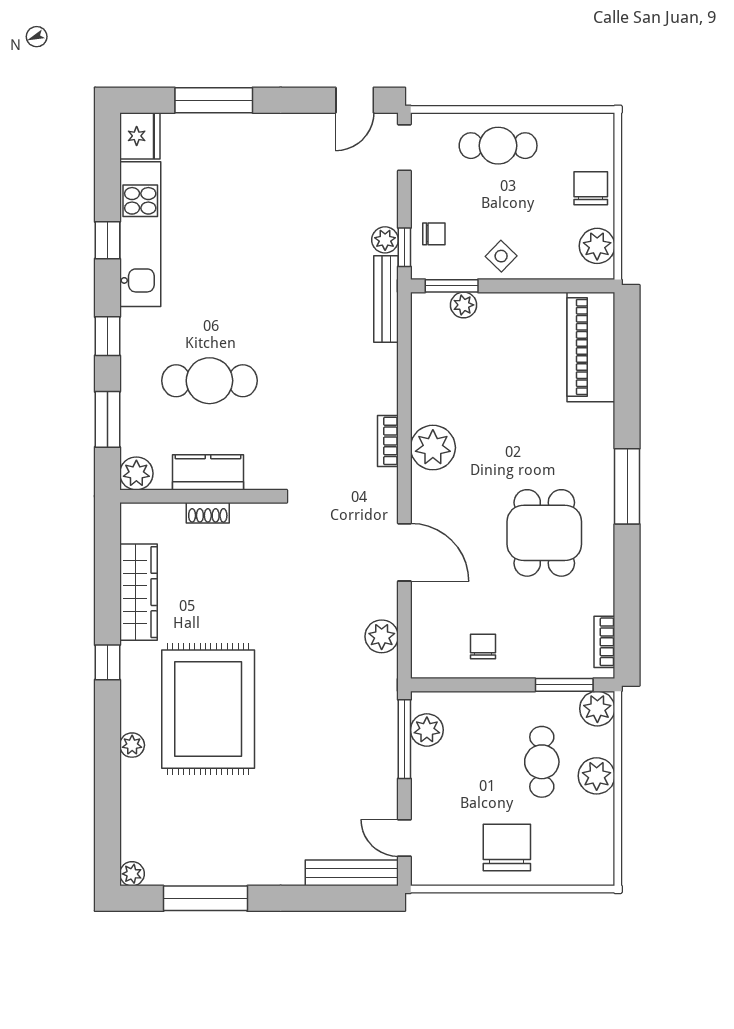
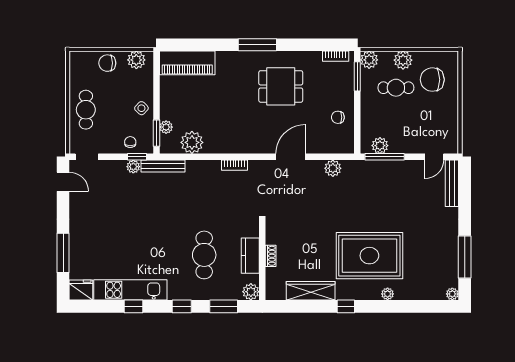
plant: (433, 448) -> (192, 142), moved
chair: (507, 848) -> (432, 80), moved

